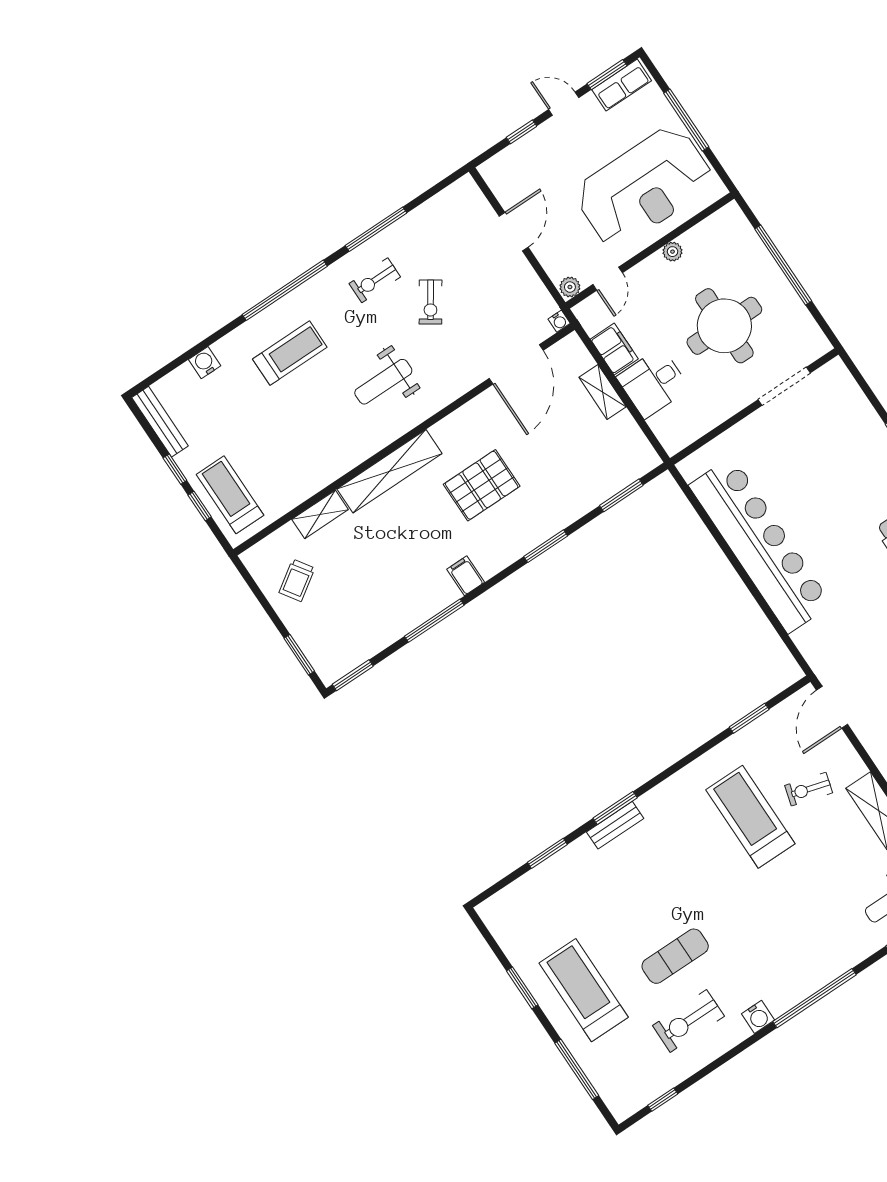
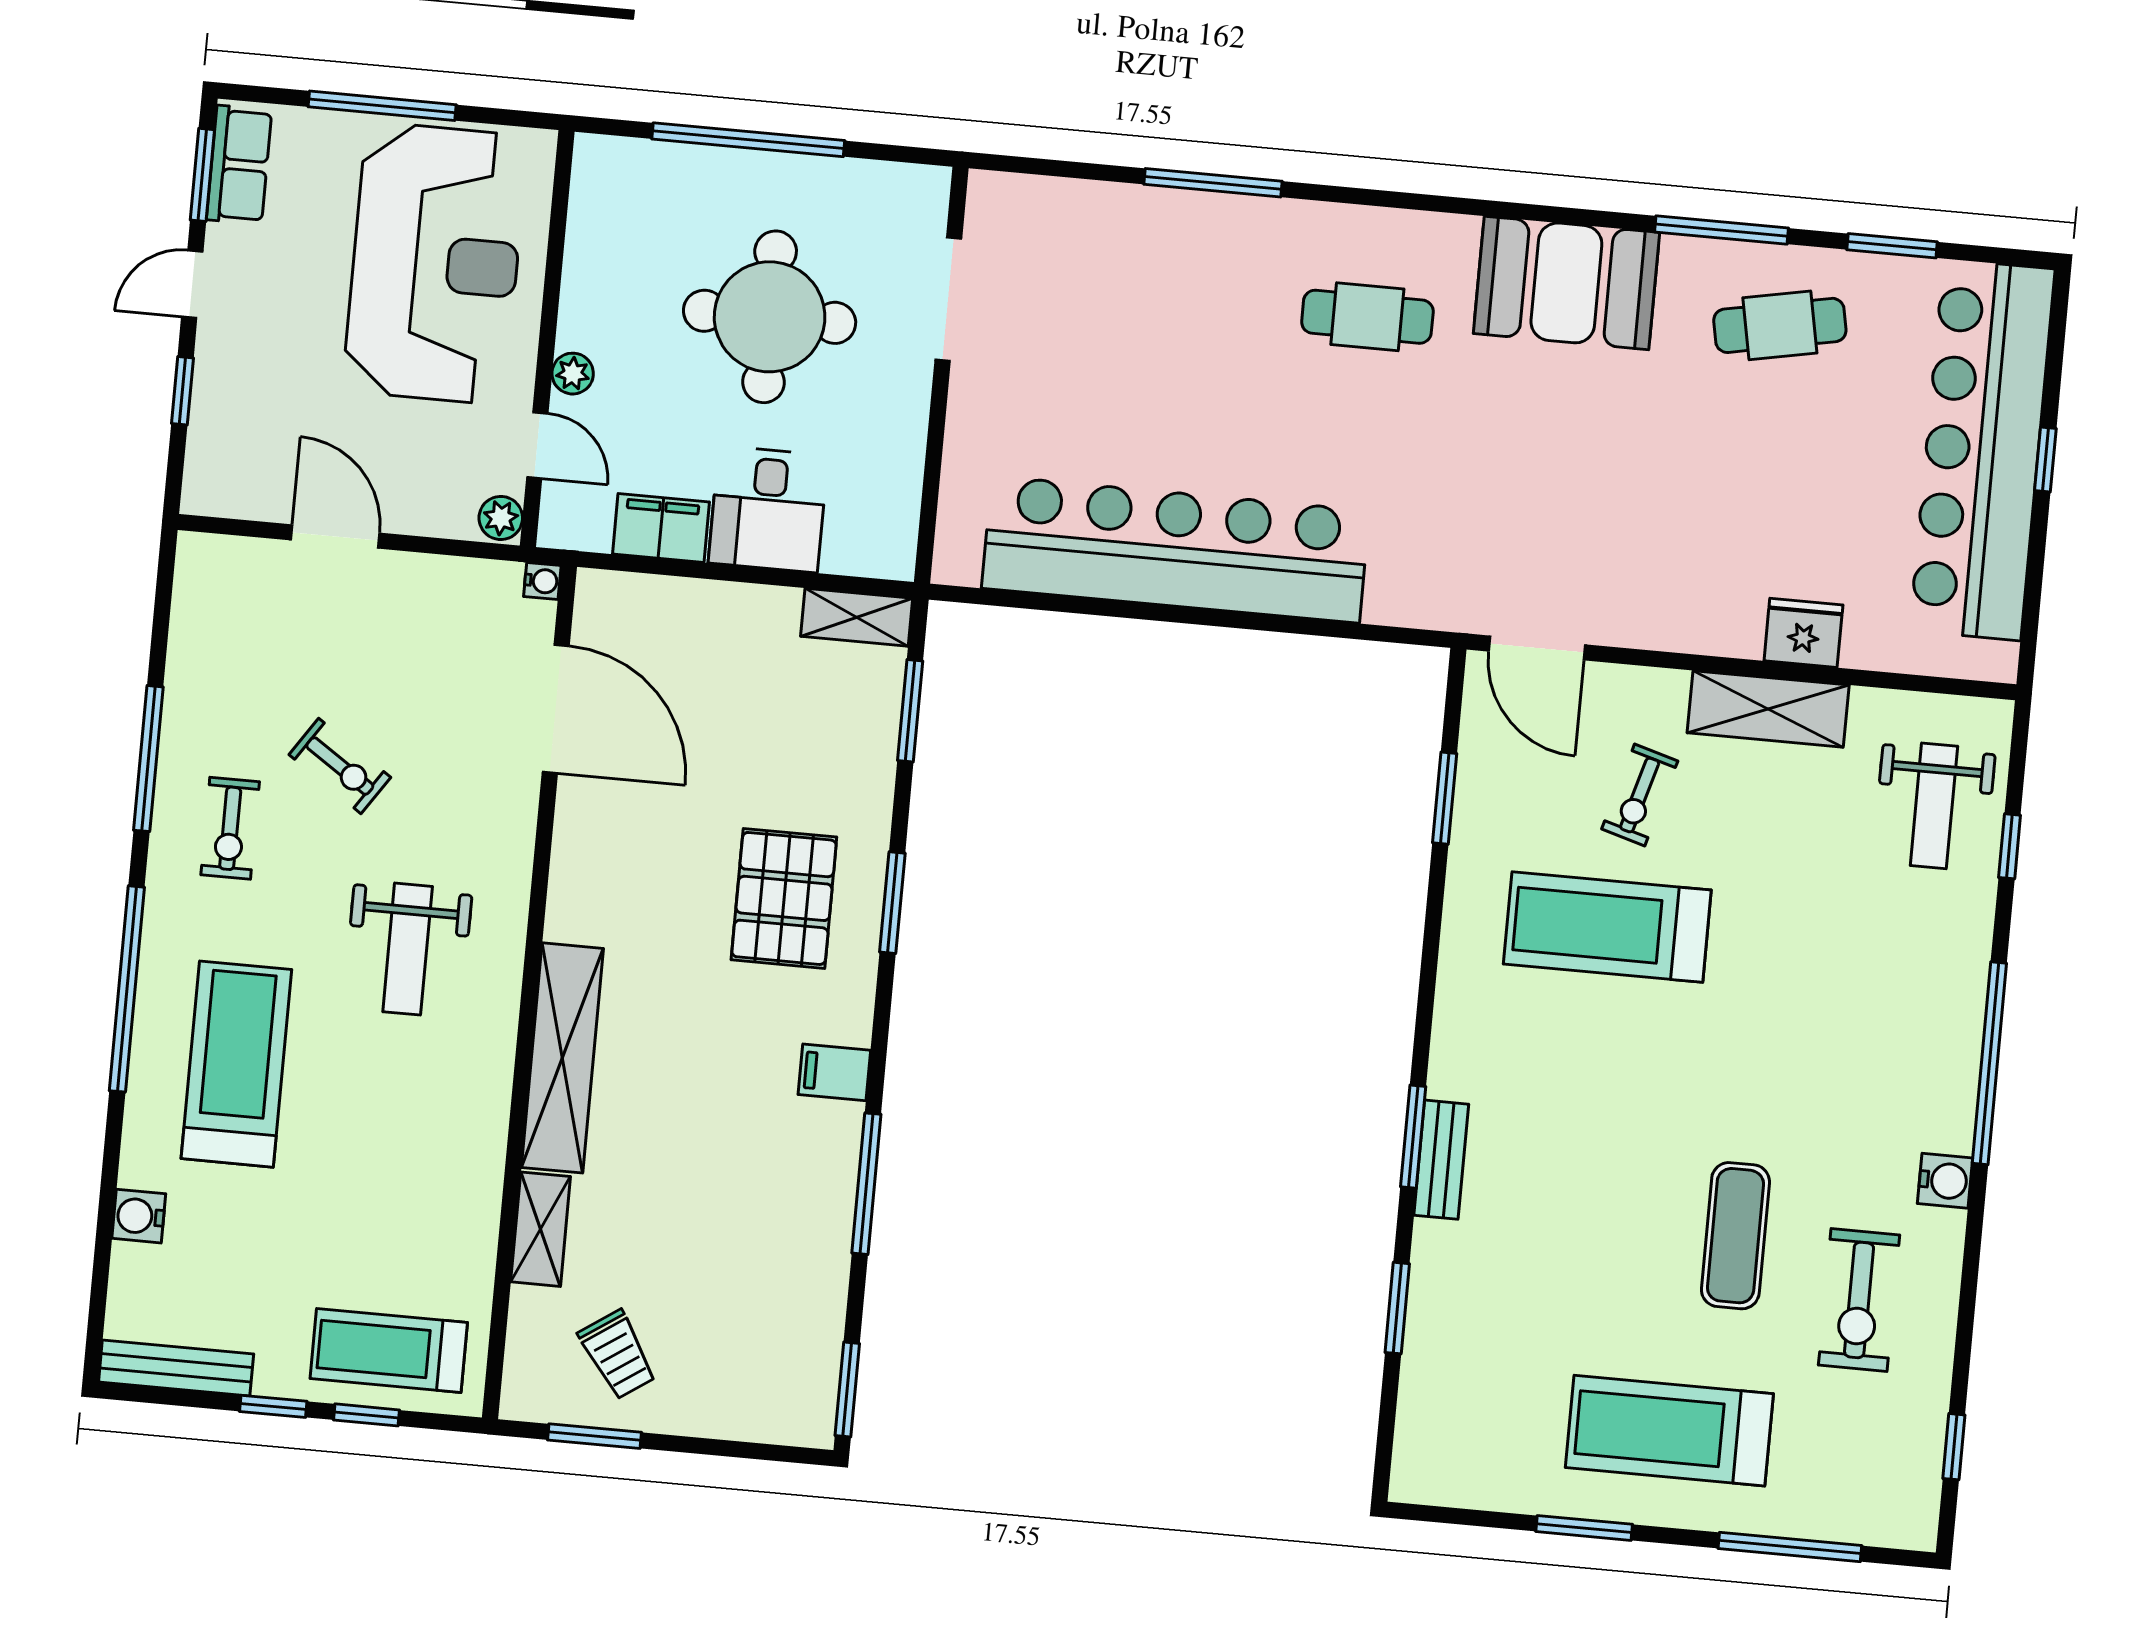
plant: (673, 252) -> (573, 374), moved
treadmill: (290, 353) -> (236, 1064), width x1.37, depth x1.38
shelving: (603, 392) -> (857, 617), moved
pallet: (482, 485) -> (784, 898), moved
window: (299, 655) -> (595, 1436), moved

